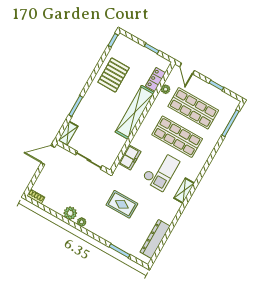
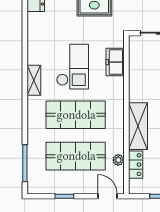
shelving: (135, 112) -> (138, 126), width x0.68
checkout: (161, 171) -> (72, 67), turned 180
shelving: (184, 191) -> (34, 80), moved

